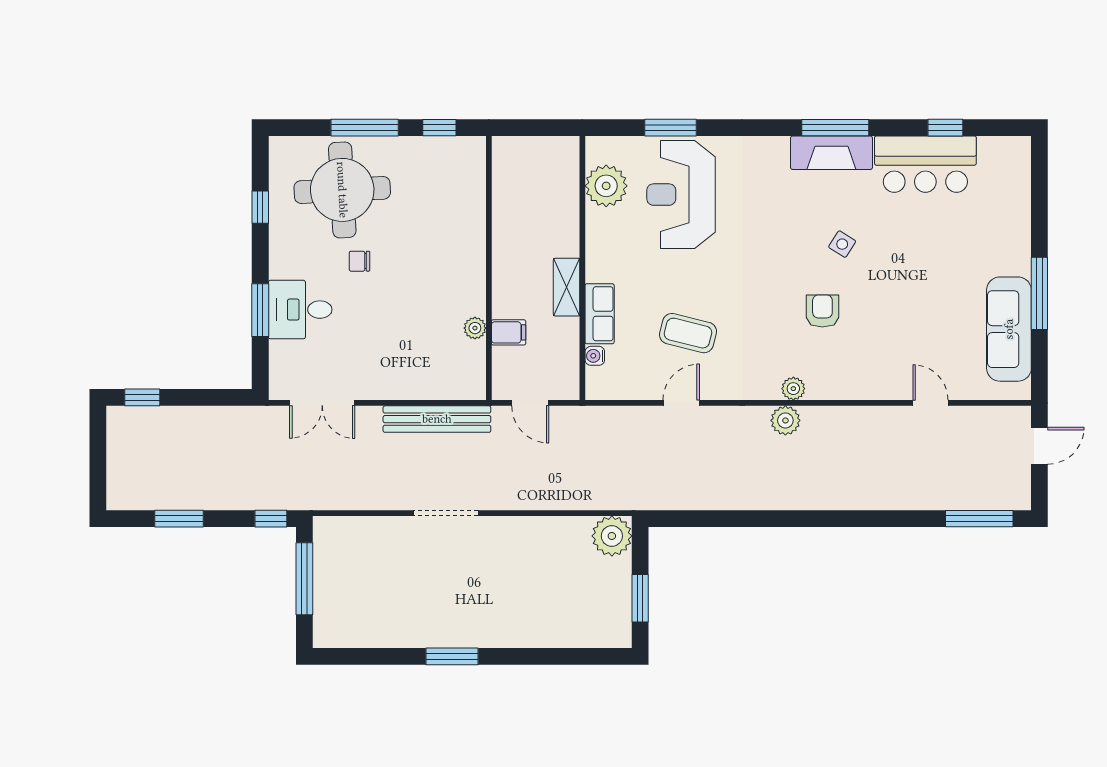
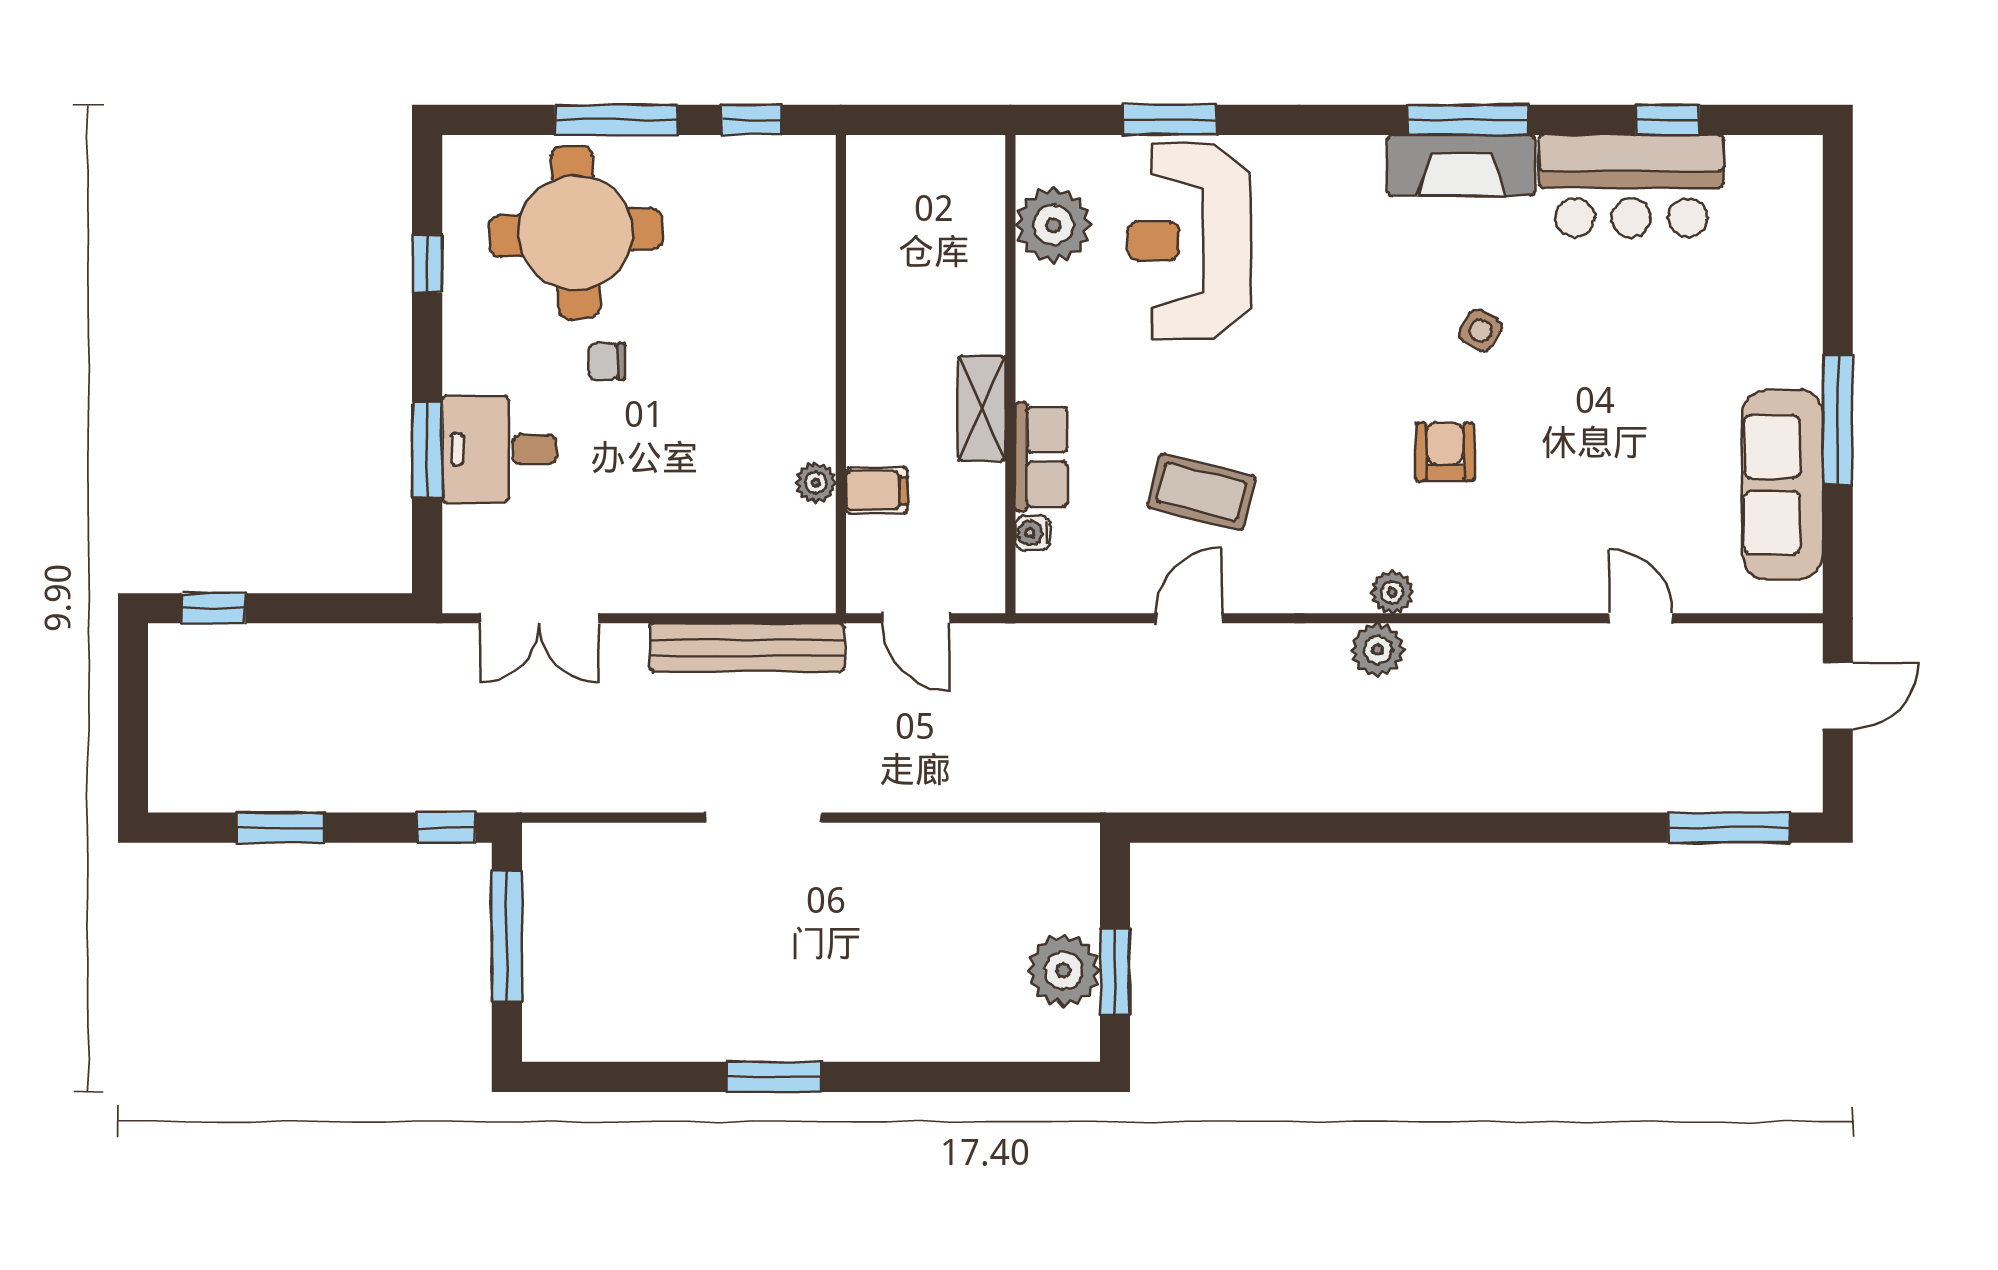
plant: (612, 536) -> (1064, 970), moved

